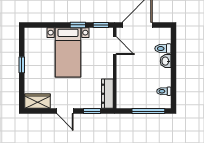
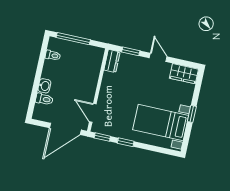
bed with nightstands: (68, 52) -> (161, 123), moved, turned -90
dresser: (107, 94) -> (112, 61), width x0.70

